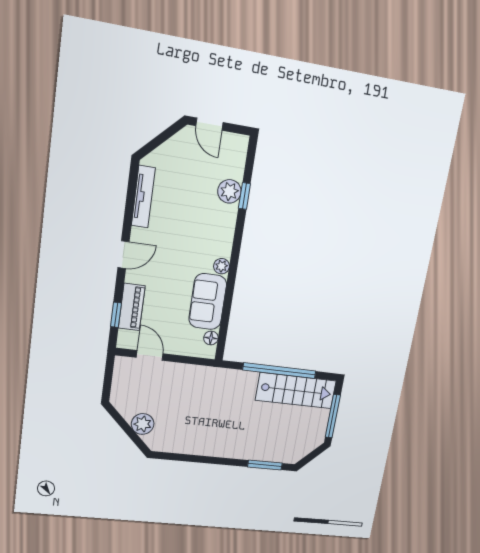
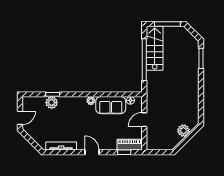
piano: (132, 307) -> (129, 145), moved
door: (150, 355) -> (144, 120), moved

